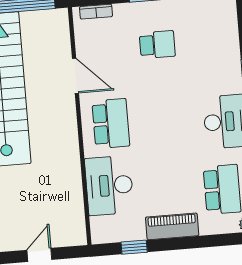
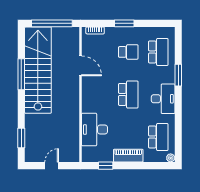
school desk: (210, 40) -> (158, 52), added
school desk: (111, 123) -> (128, 94), moved

